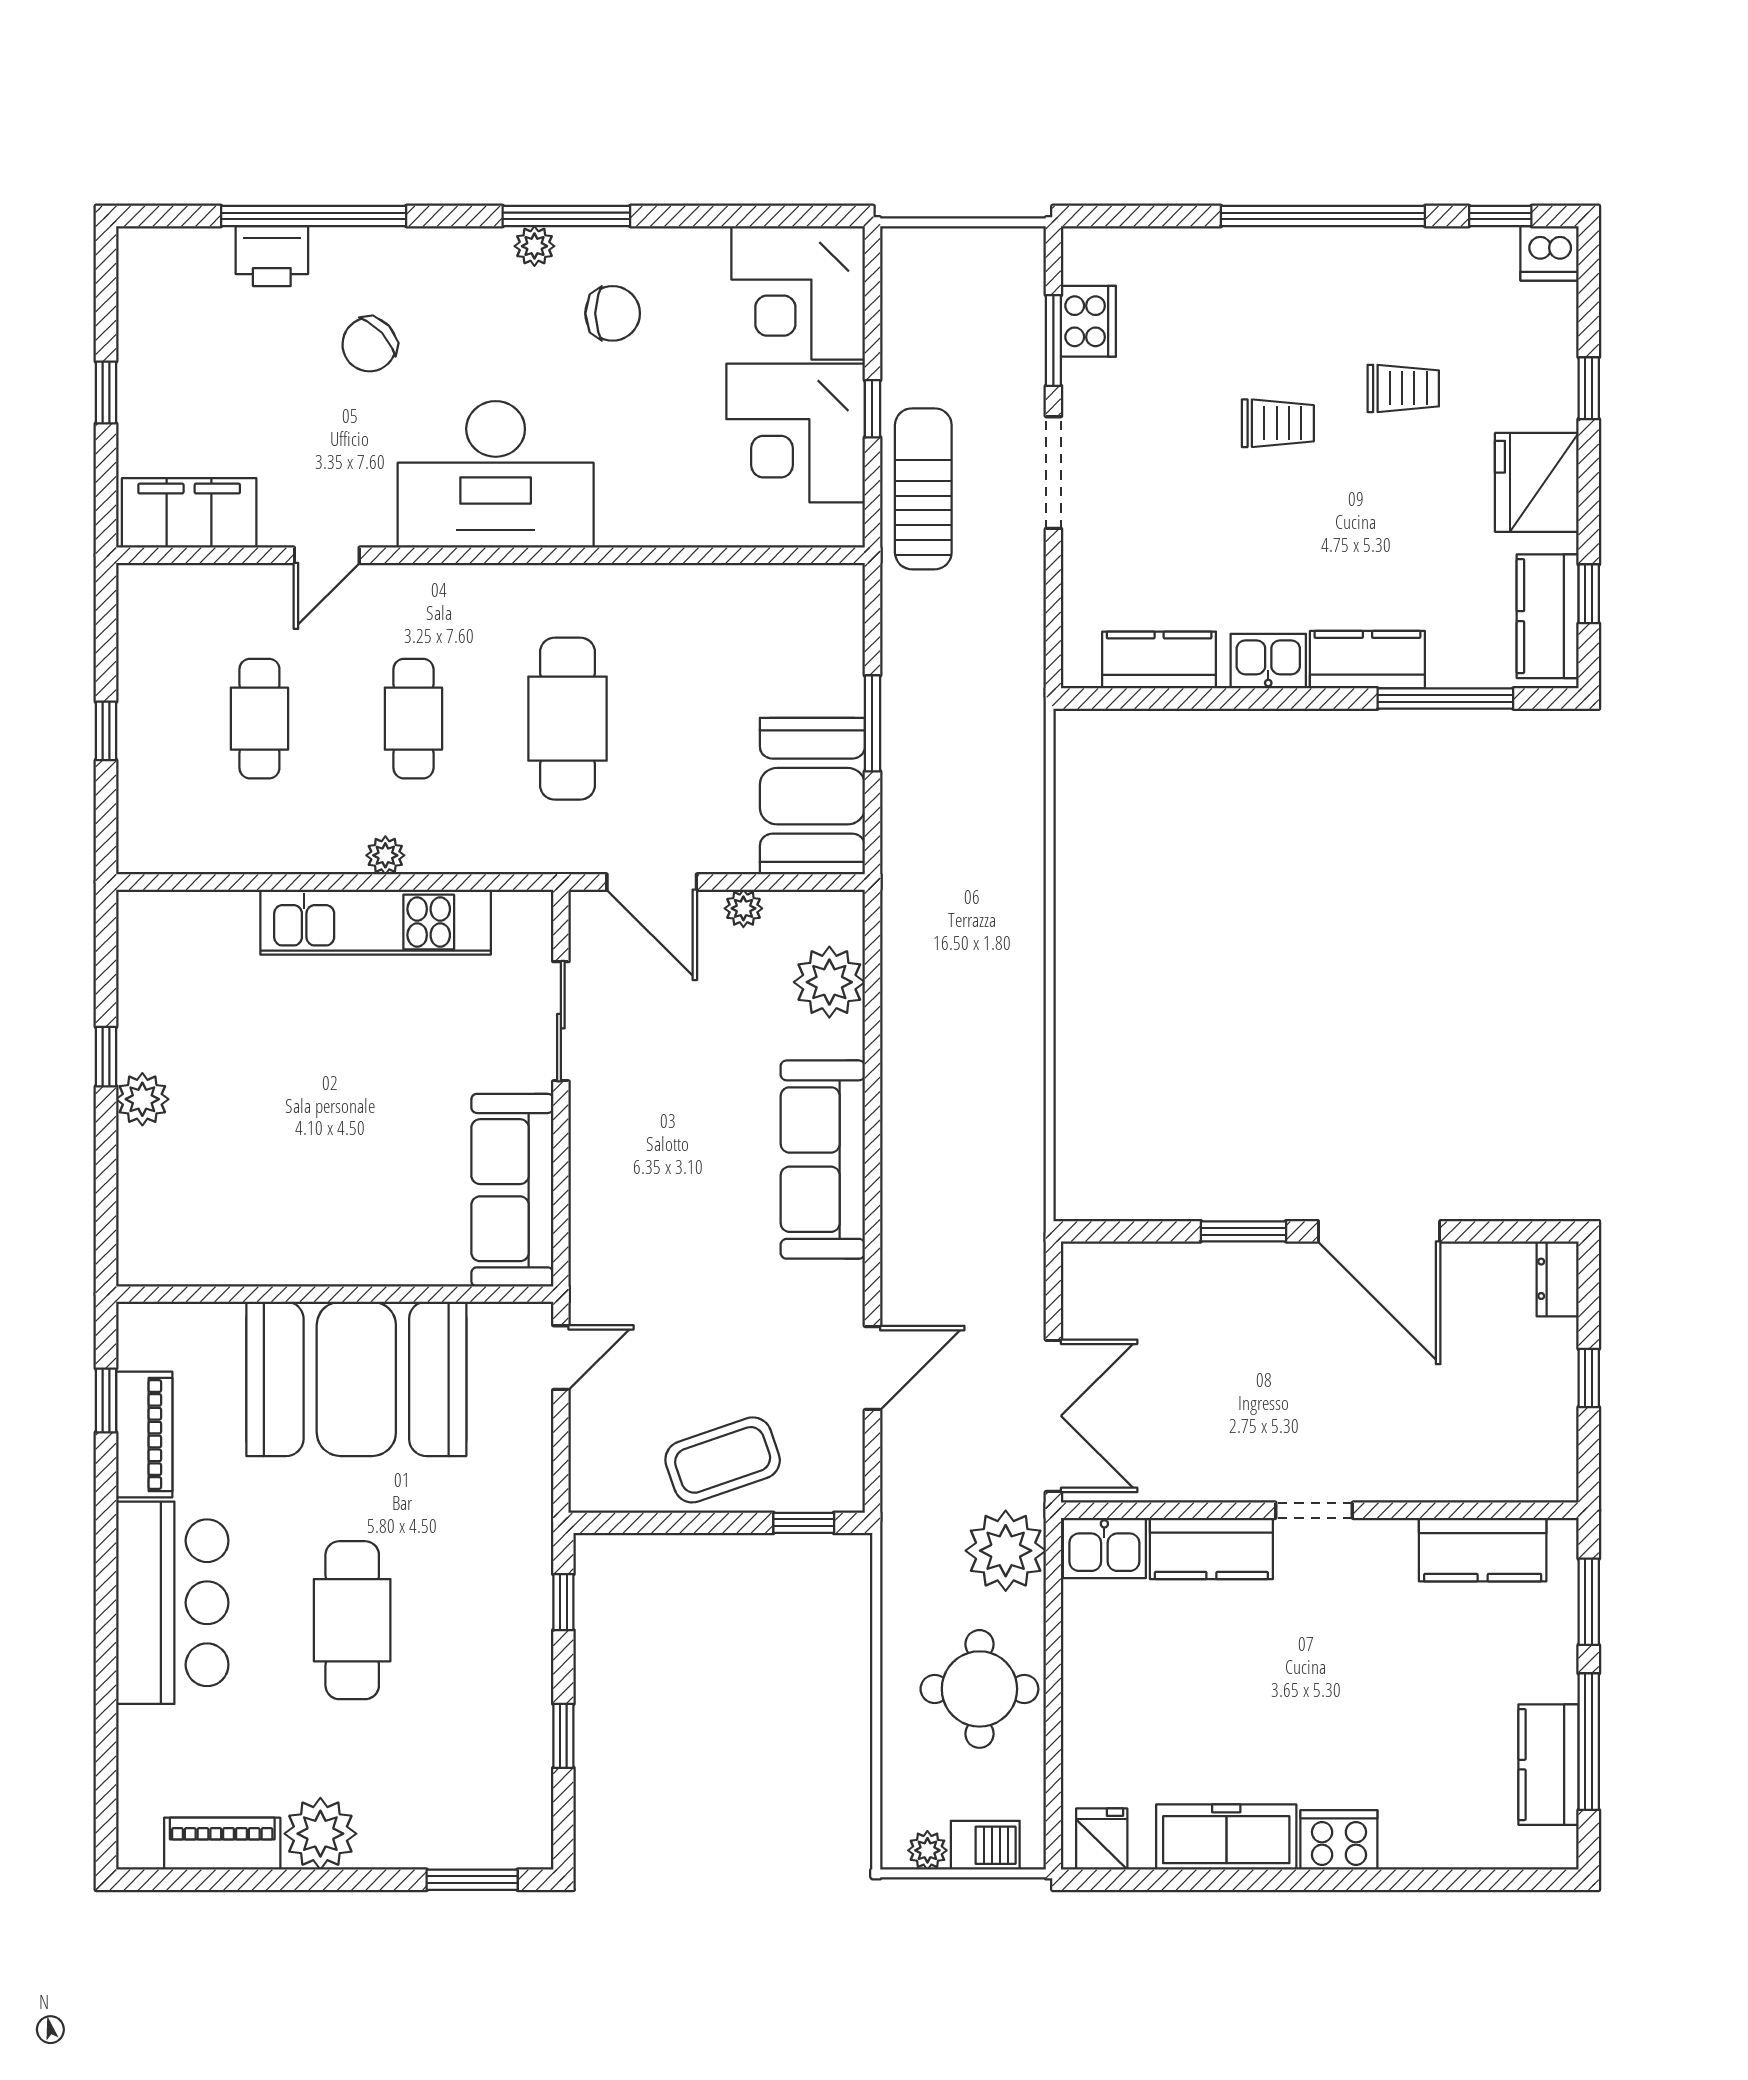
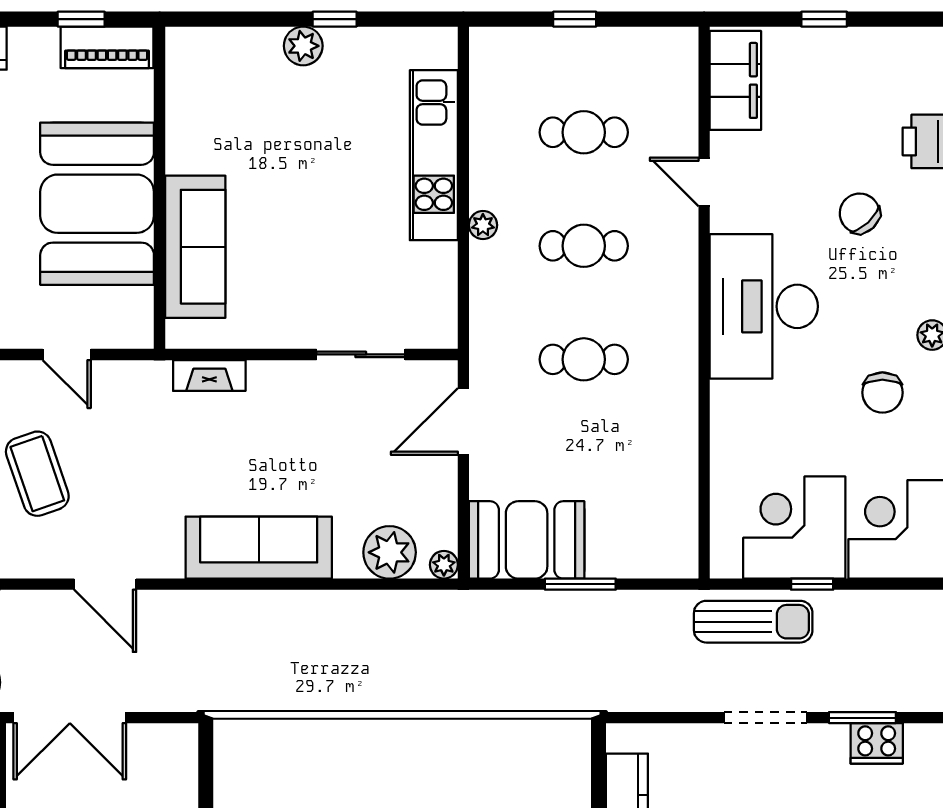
cafe table: (567, 719) -> (584, 359), width x0.73, depth x0.74
plant: (743, 908) -> (444, 565), moved
kitchen unit: (376, 922) -> (434, 155), moved
sofa: (512, 1190) -> (195, 247), moved, turned 90
fireplace: (589, 1227) -> (209, 376), added
door: (561, 1358) -> (67, 354), moved
piano: (144, 1435) -> (107, 47), moved

